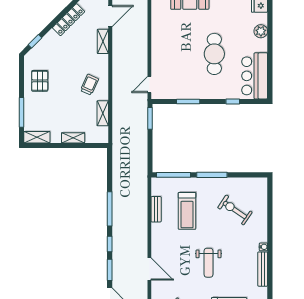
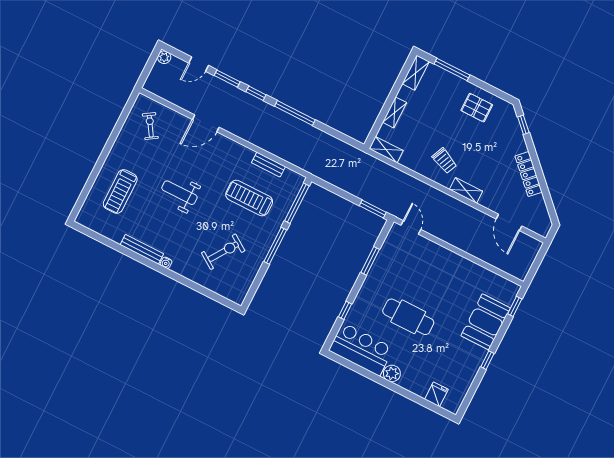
plant: (261, 31) -> (392, 373), moved
shelving: (103, 41) -> (466, 190), moved
shelving: (103, 113) -> (386, 150), moved

